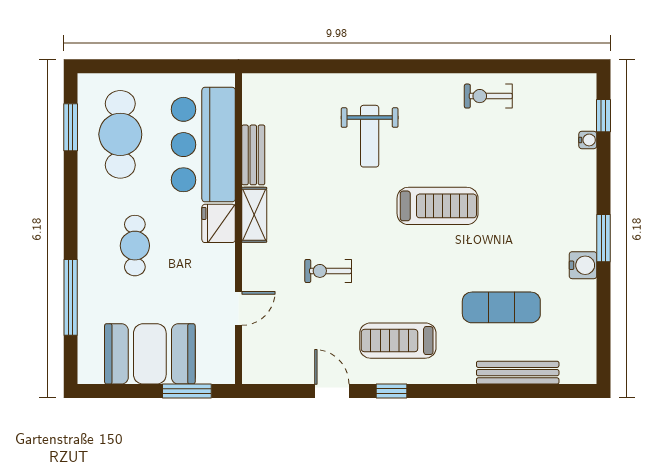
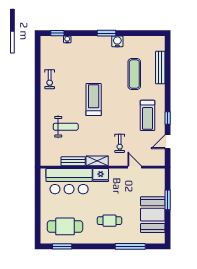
bar counter: (203, 145) -> (69, 181), moved
bench: (253, 155) -> (73, 161), moved
shelving: (254, 215) -> (97, 161), moved
fridge: (219, 223) -> (101, 175), moved
wall: (238, 229) -> (103, 167), moved
door: (238, 308) -> (135, 167), moved

